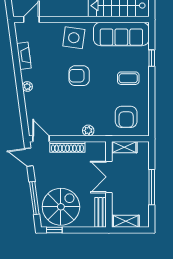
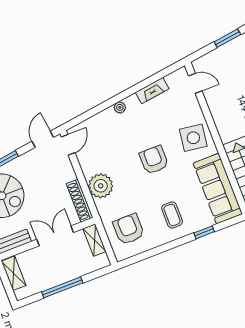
armchair: (126, 117) -> (129, 229), turned 90
plant: (88, 131) -> (101, 186), width x1.88, depth x1.88
shoe rack: (67, 147) -> (80, 201), moved

